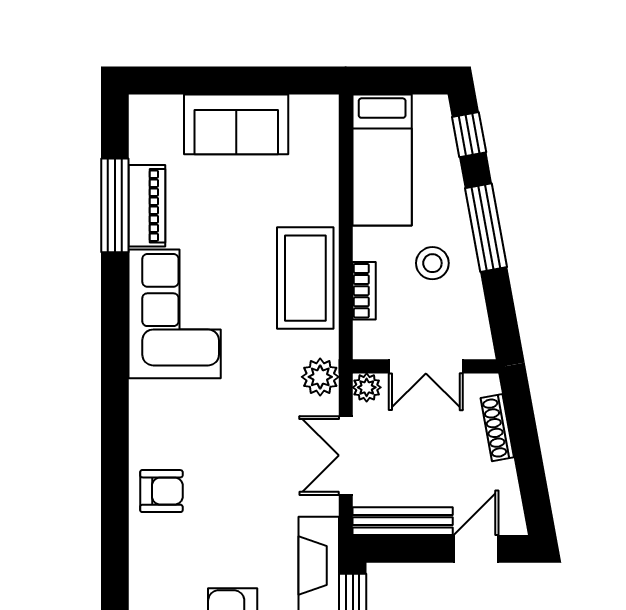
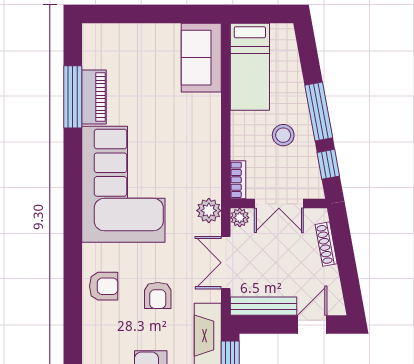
sofa: (236, 124) -> (201, 58), moved, turned 90
window: (469, 135) -> (328, 164), moved
coffee table: (305, 278) -> (199, 145), removed
bookcase: (364, 291) -> (238, 180), moved
corner sofa: (175, 314) -> (123, 184), width x1.36, depth x1.36
armchair: (243, 505) -> (158, 295), added

